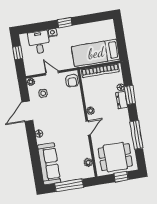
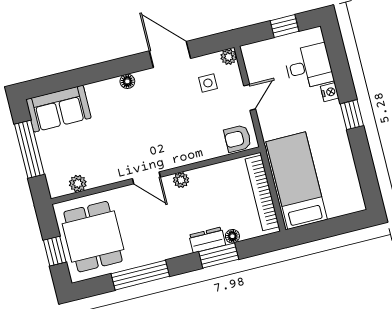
sofa: (49, 164) -> (58, 109), width x0.73

